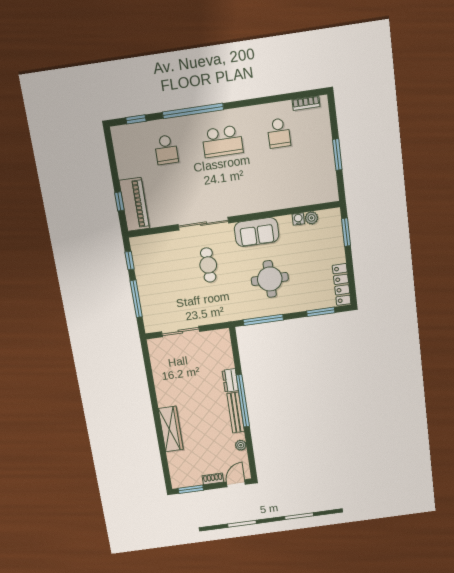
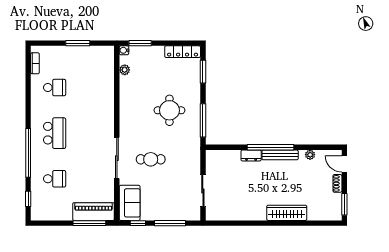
window: (119, 201) -> (89, 223), width x2.17
water cooler: (298, 219) -> (124, 50), moved
sofa: (257, 232) -> (130, 203), moved

